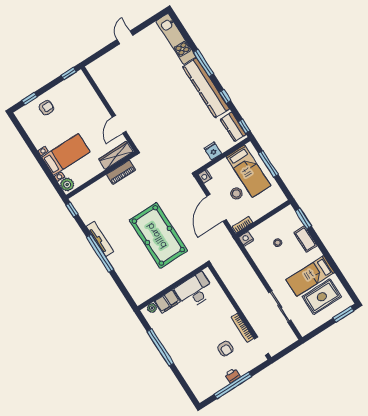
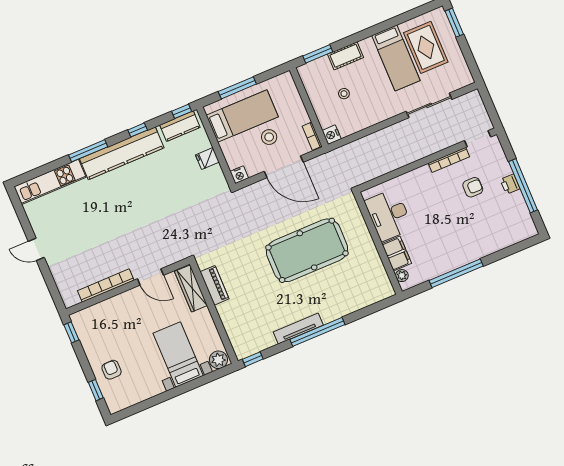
bookcase: (107, 93) -> (106, 285), added

